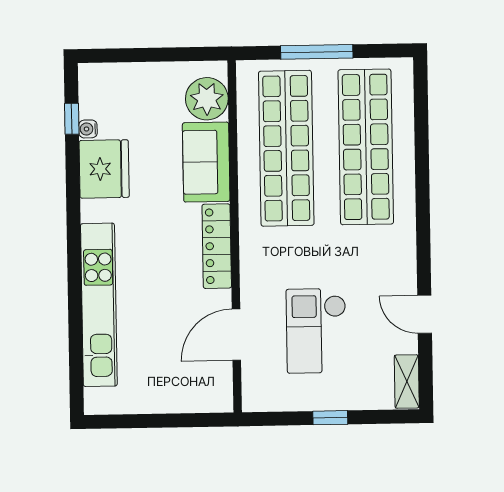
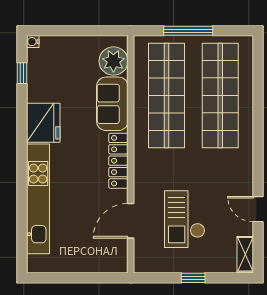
water cooler: (88, 129) -> (33, 42), moved
fridge: (104, 169) -> (43, 123), moved

